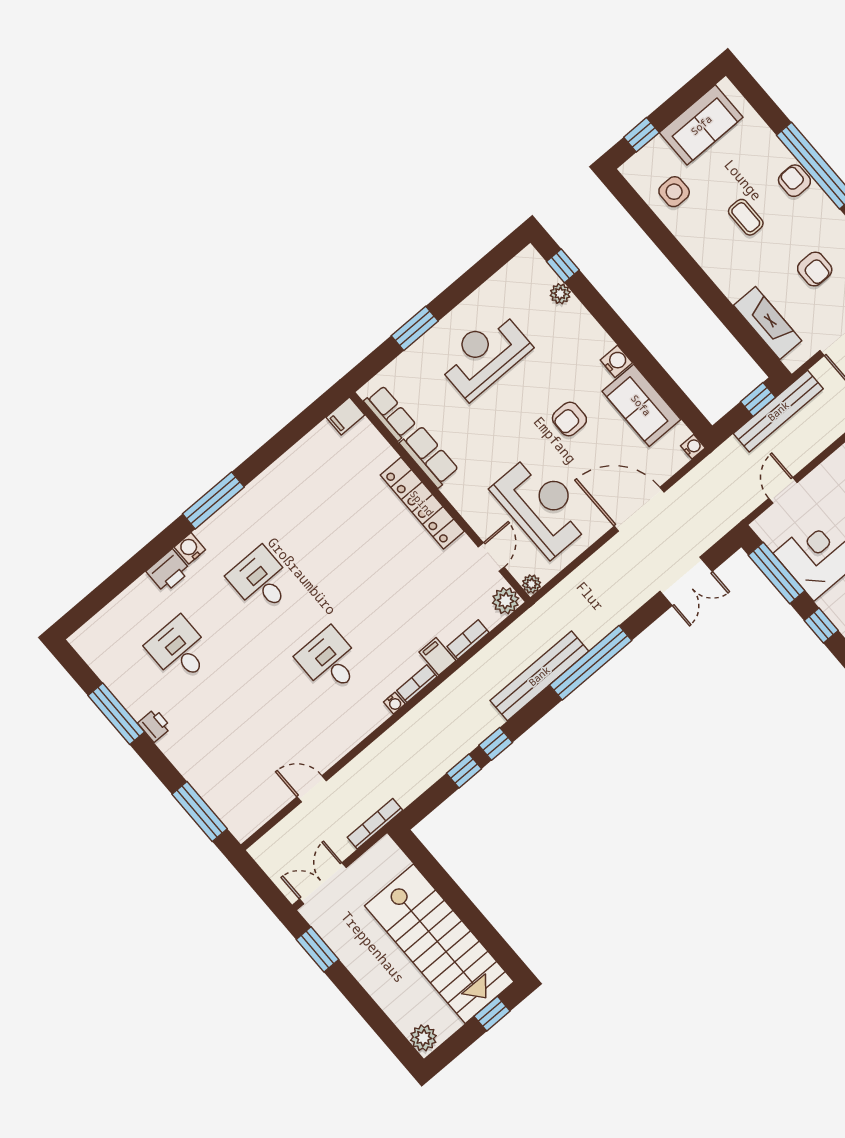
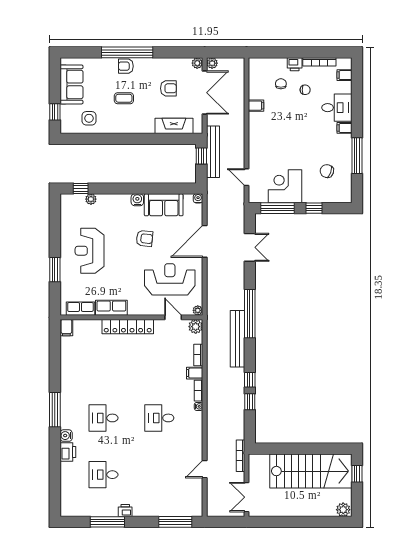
armchair: (569, 419) -> (144, 238), turned -84
window: (318, 949) -> (271, 522), removed

